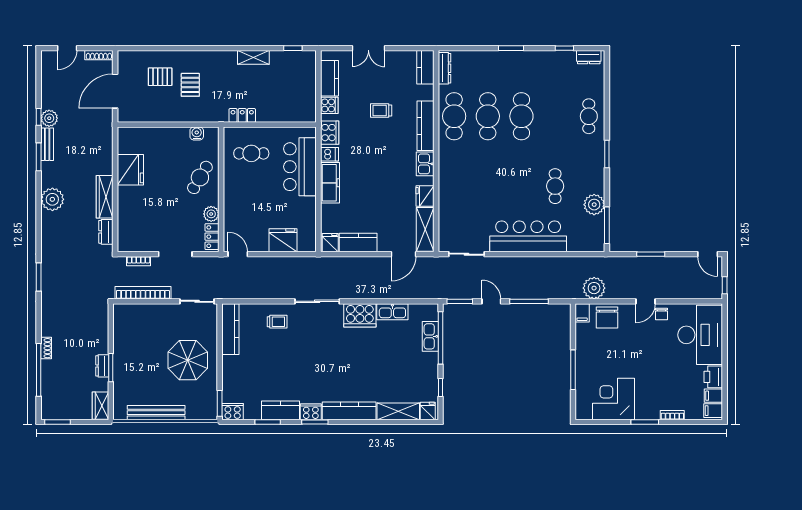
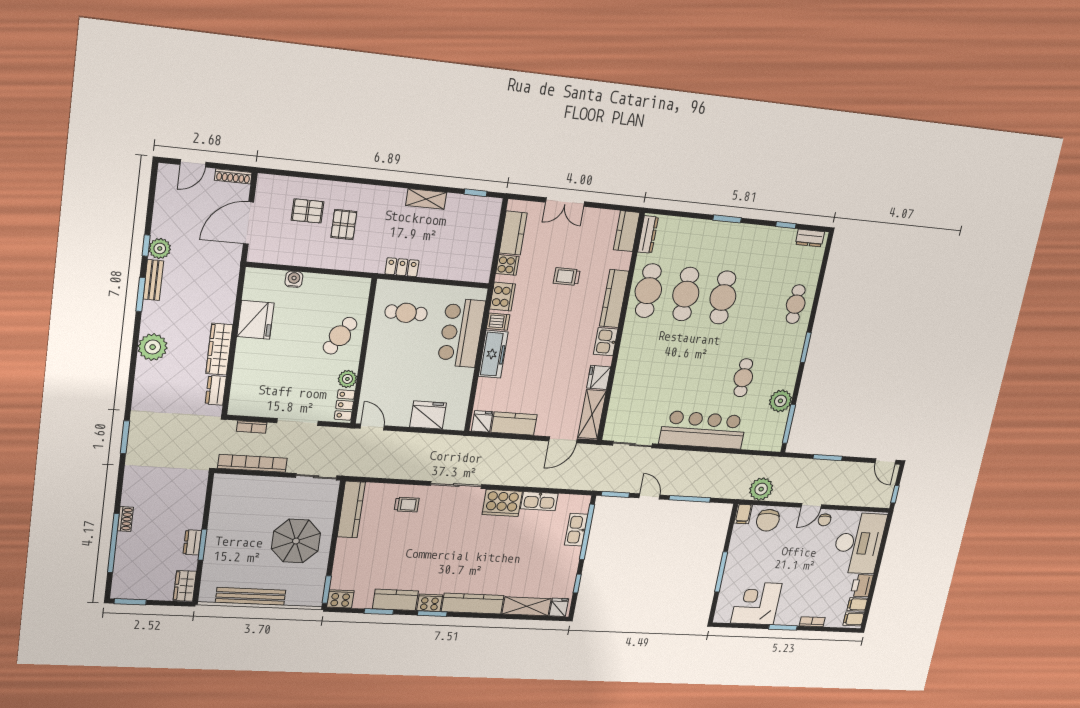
water cooler: (197, 134) -> (294, 279), moved

